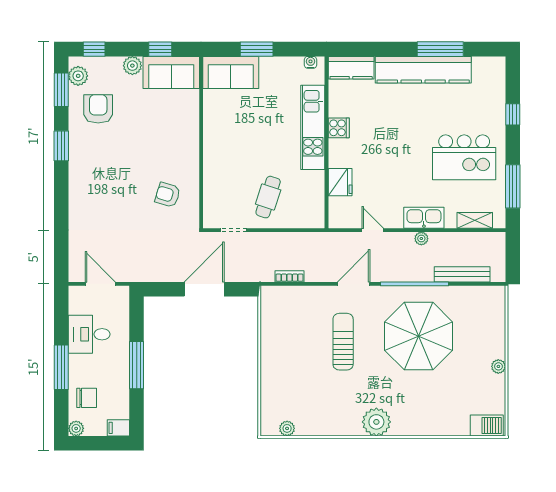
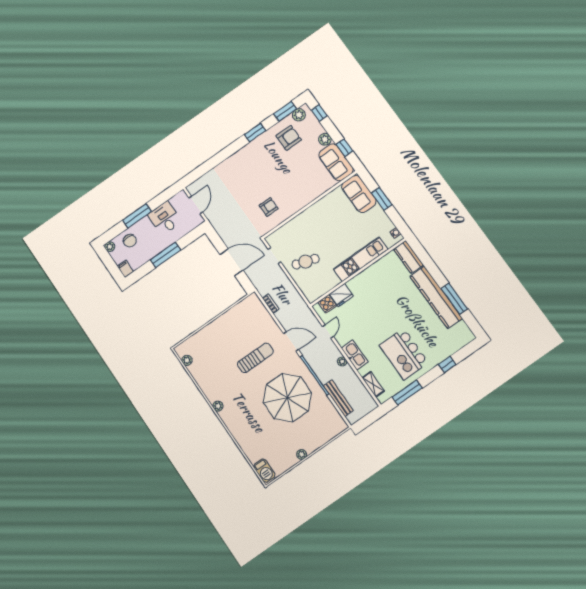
cooker: (339, 128) -> (327, 304), moved
armchair: (168, 195) -> (269, 207), turned 73
plant: (376, 422) -> (218, 406), width x0.53, depth x0.53

